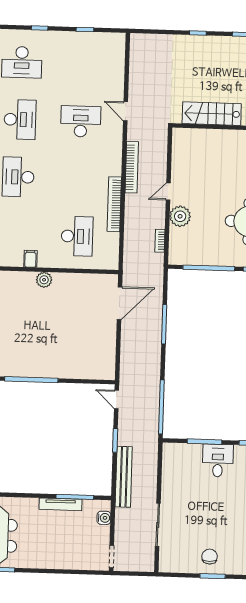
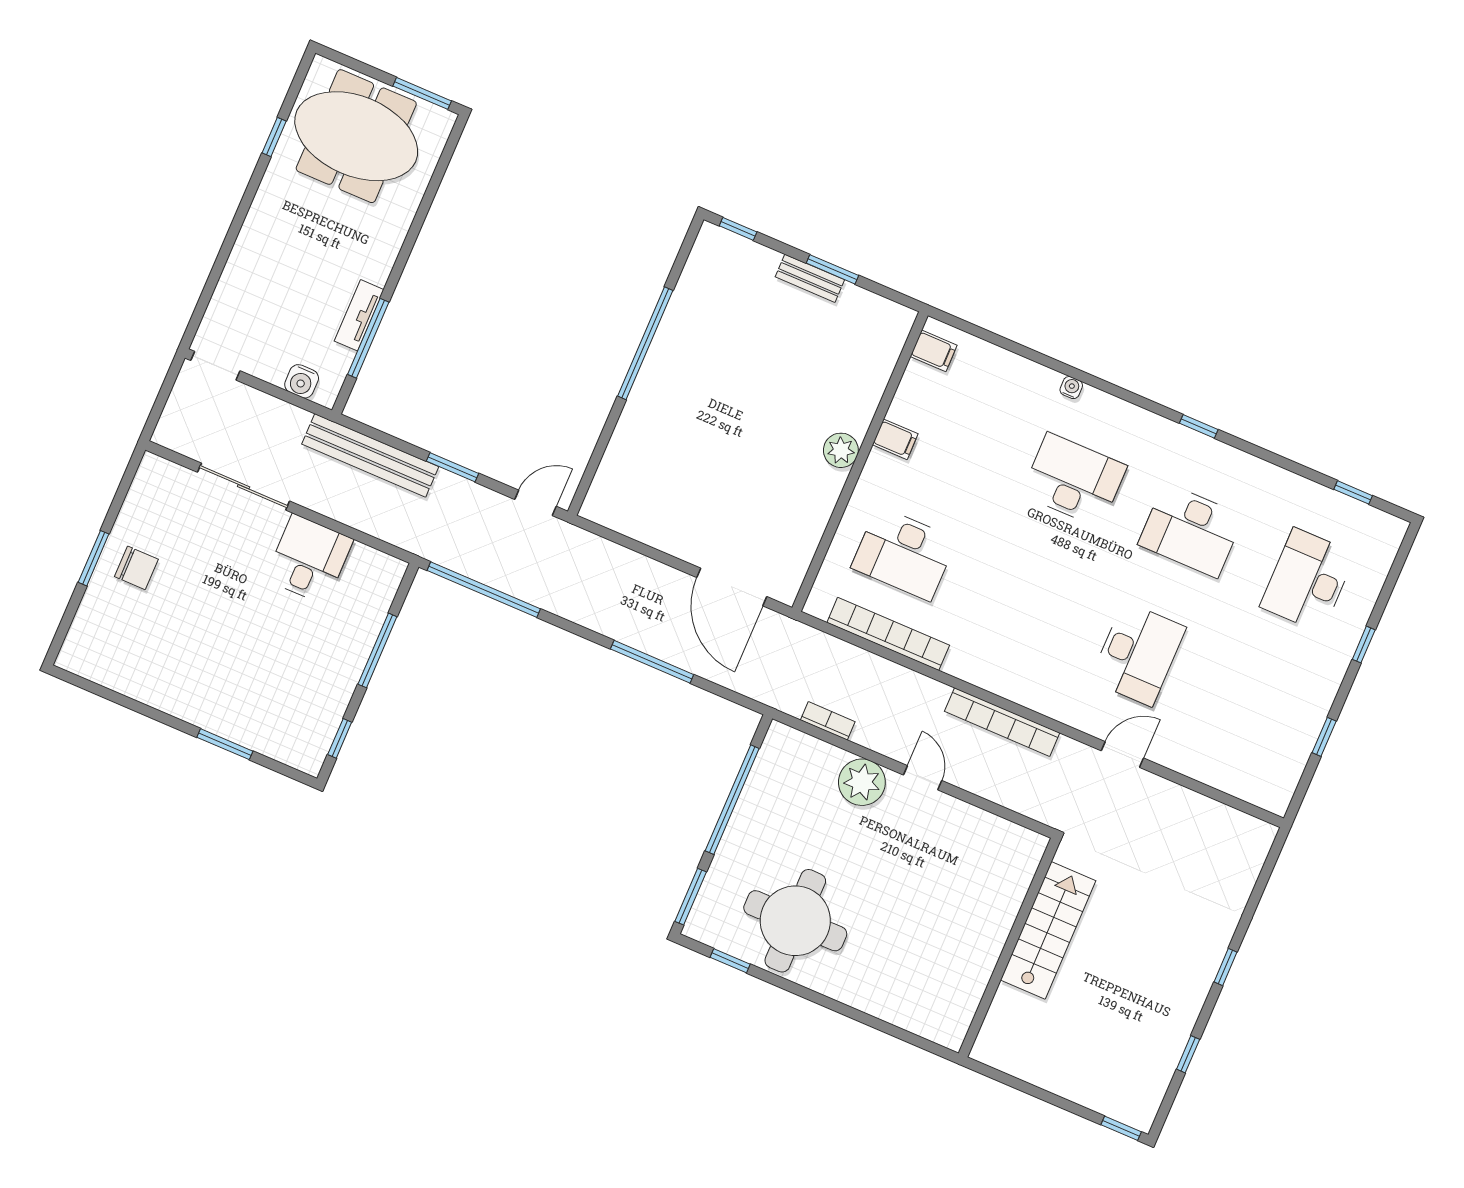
bookcase: (114, 204) -> (888, 634), moved
desk: (218, 461) -> (309, 559), moved, turned -90
tv unit: (60, 504) -> (359, 315), width x0.71

